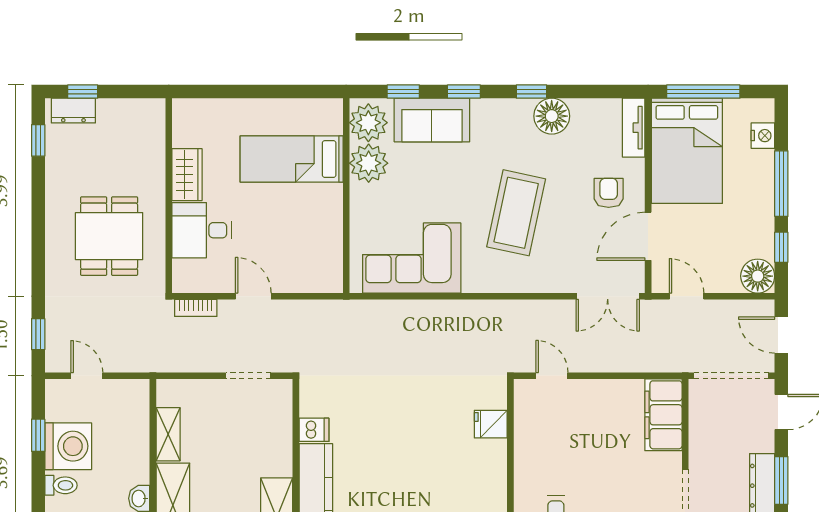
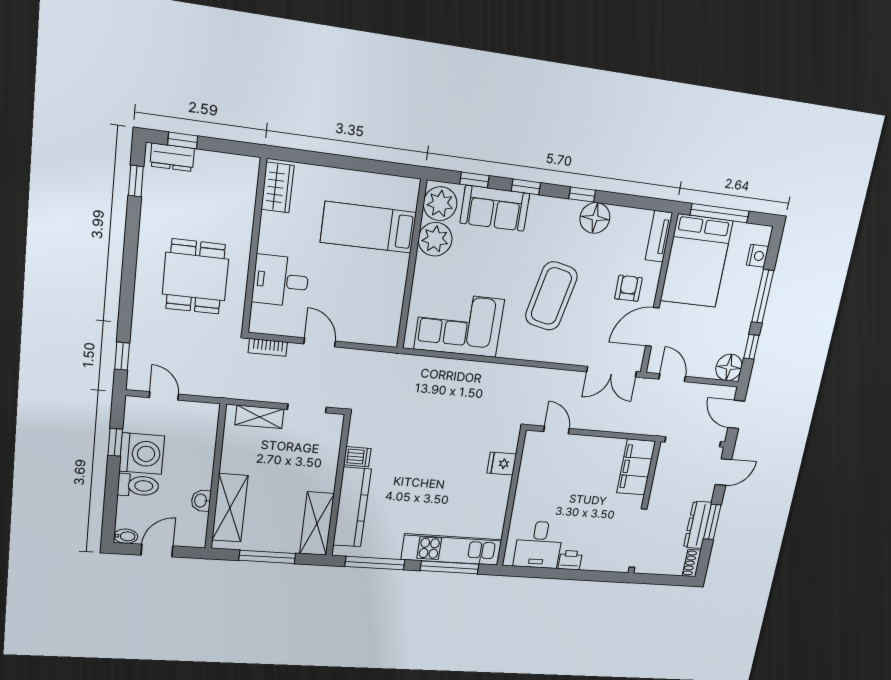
wardrobe: (187, 175) -> (278, 187), moved
shelving: (168, 434) -> (259, 417), moved, turned 90
toilet: (61, 485) -> (138, 486), width x1.37, depth x1.39

